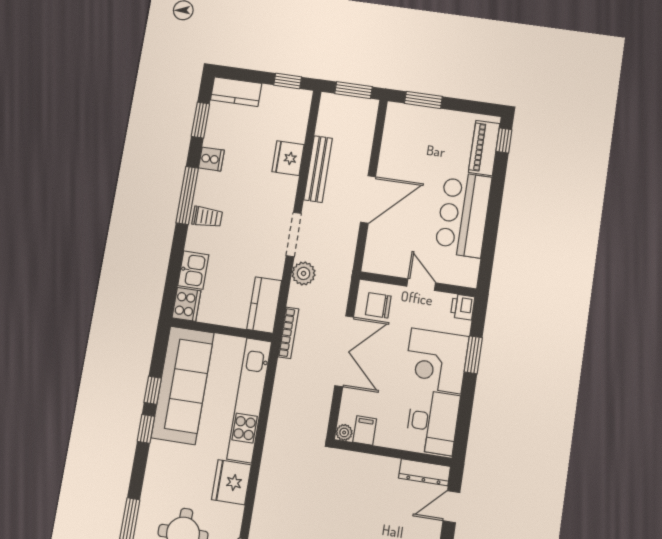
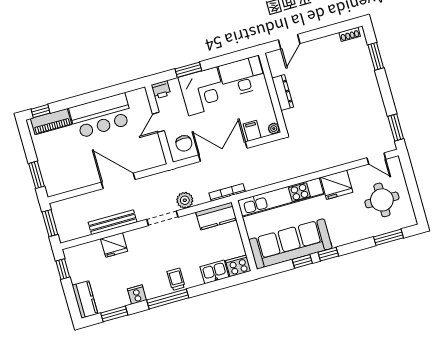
filing cabinet: (365, 430) -> (252, 131), moved, turned 90
dresser: (424, 472) -> (283, 93), moved
door: (451, 507) -> (289, 42), hinge flipped

